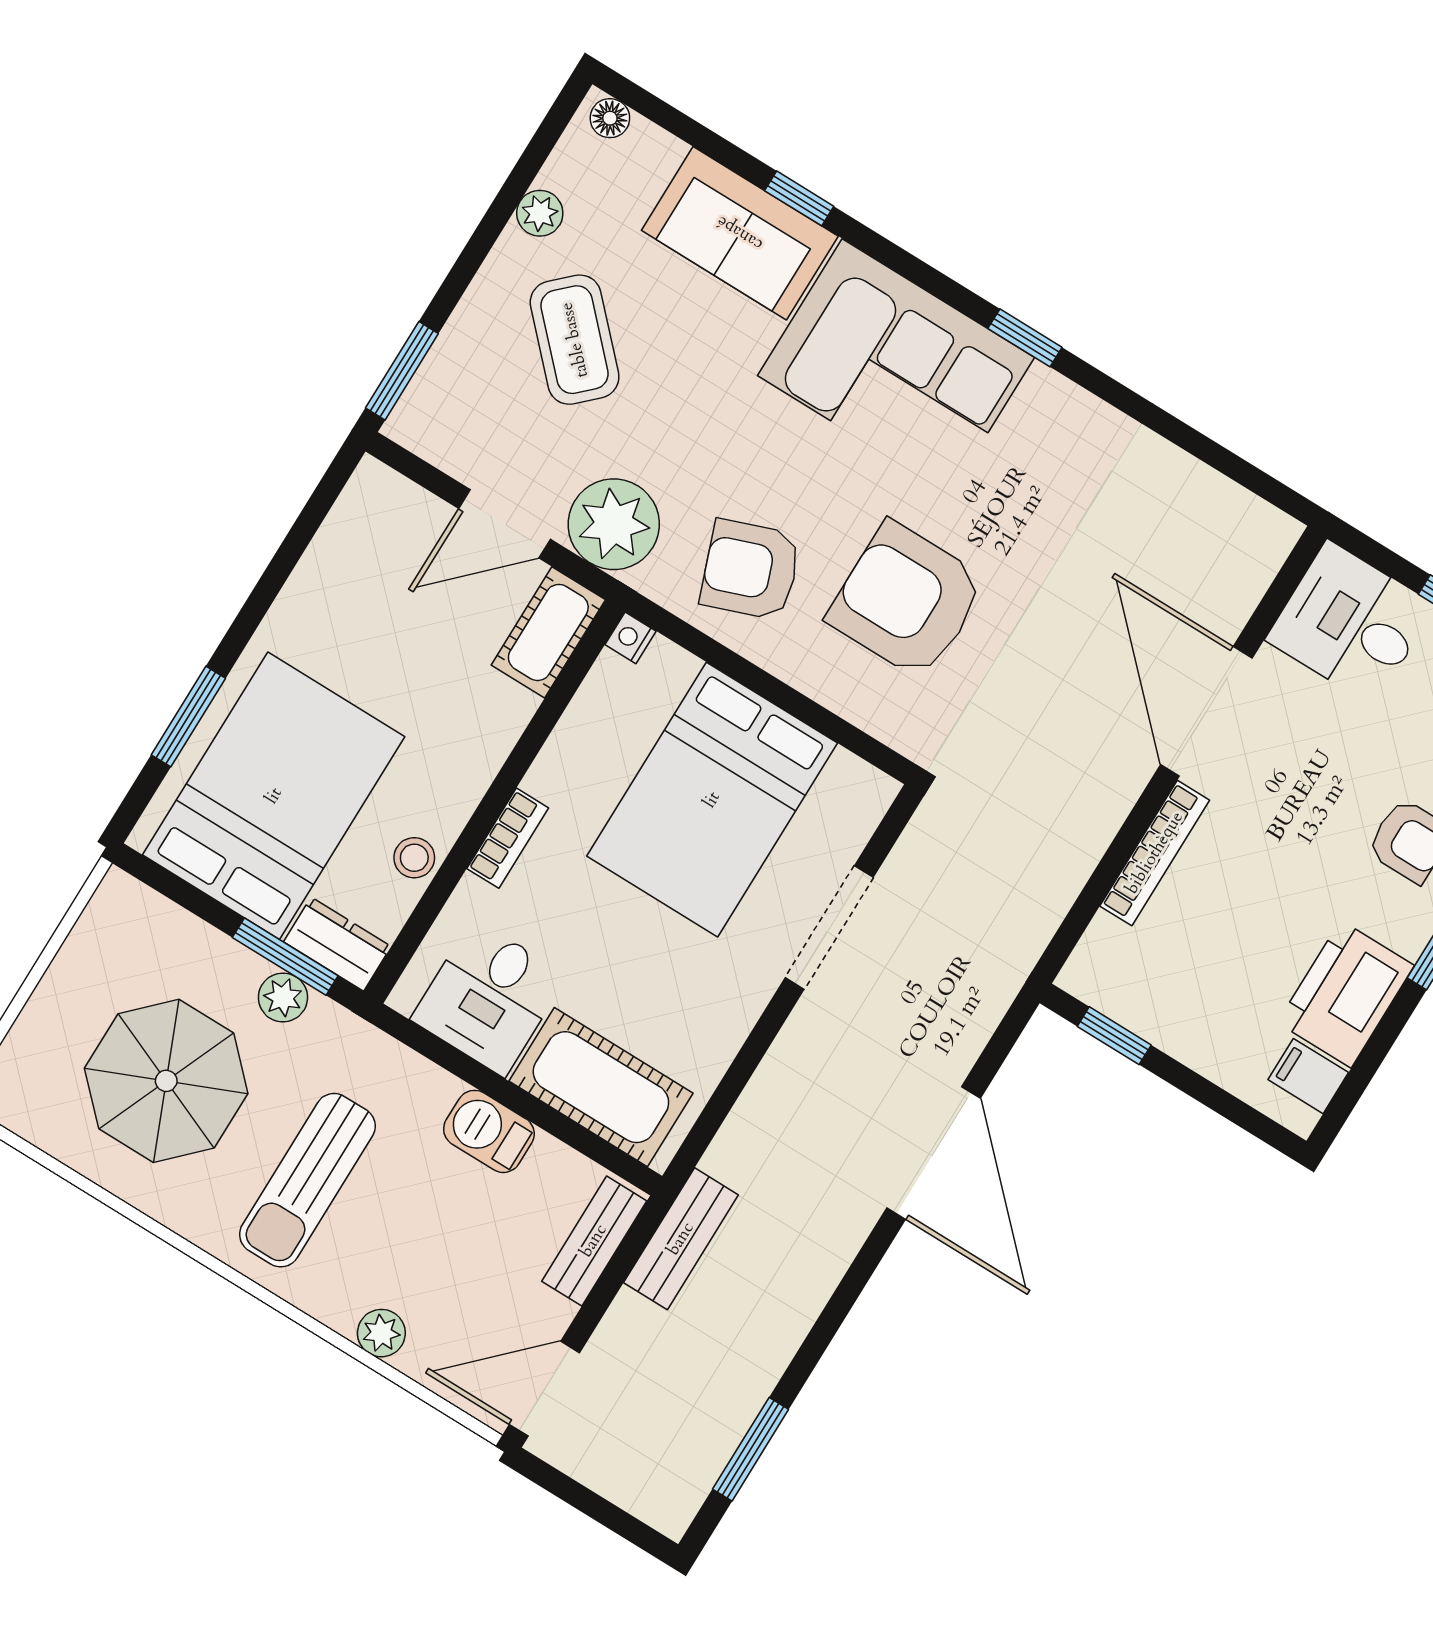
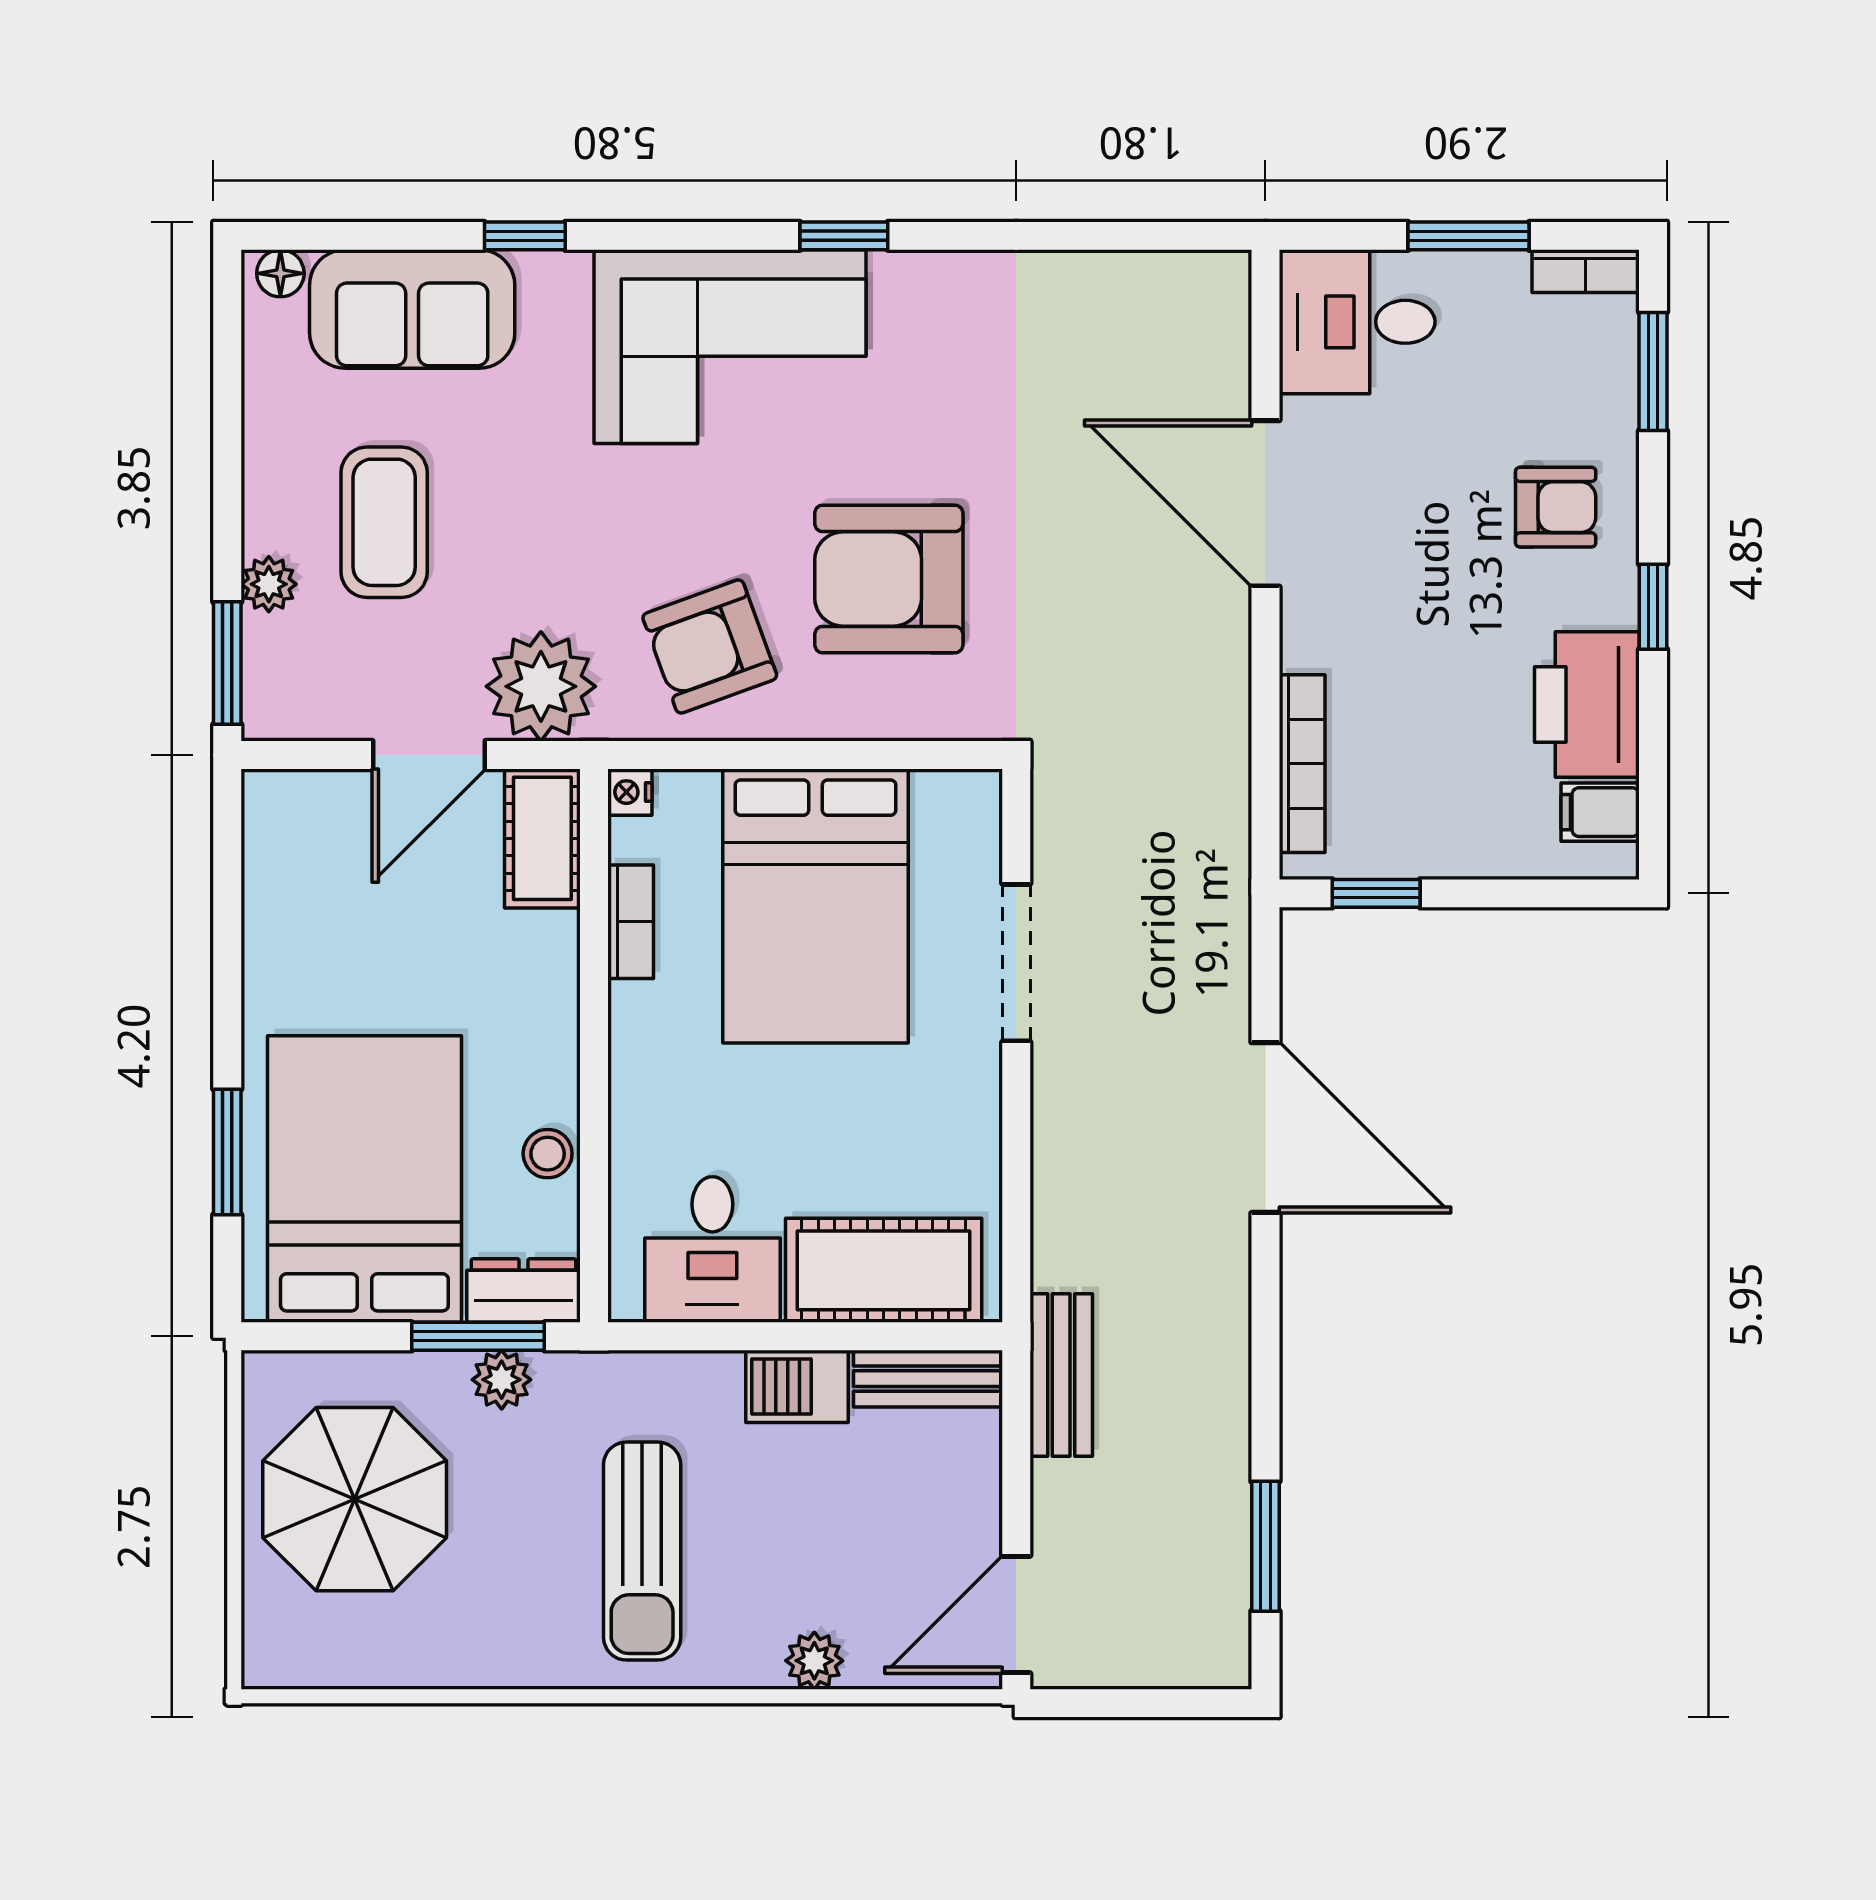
plant: (540, 213) -> (269, 584), moved
sofa: (740, 233) -> (412, 309), moved
coffee table: (575, 340) -> (384, 522), turned 44
bookcase: (508, 838) -> (631, 922), moved
bookcase: (1155, 853) -> (1302, 764), moved
parasol: (166, 1081) -> (355, 1499), moved
bench: (594, 1241) -> (928, 1379), moved, turned 90

